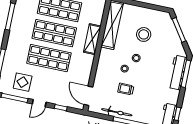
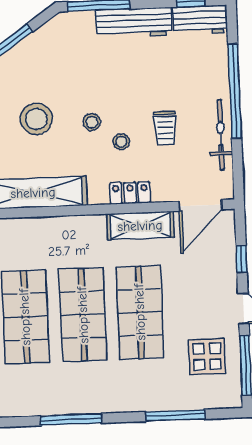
shelving: (92, 39) -> (140, 226), moved
locker: (102, 67) -> (130, 193), added
workbench: (178, 73) -> (134, 23), moved

